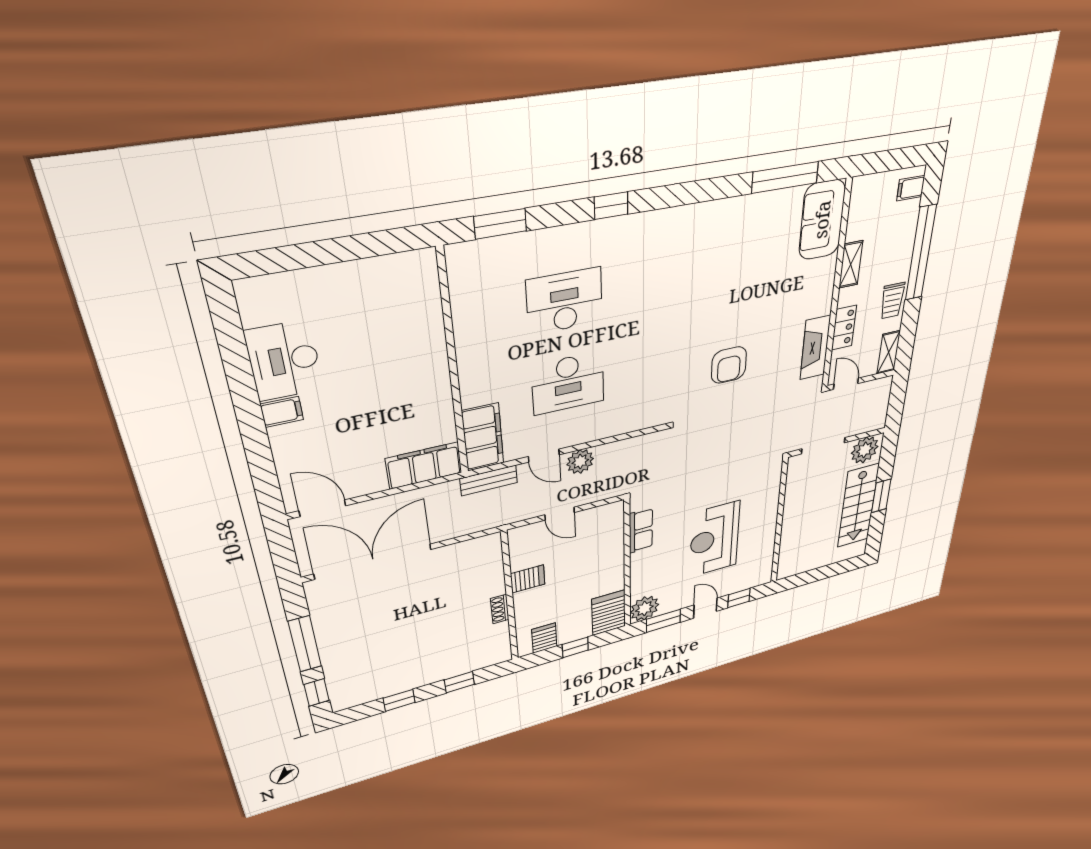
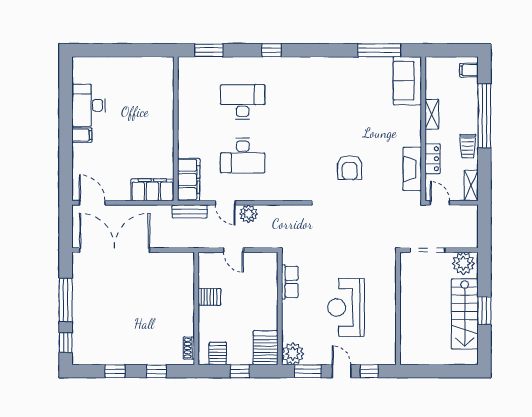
shoe rack: (500, 609) -> (189, 348), moved

